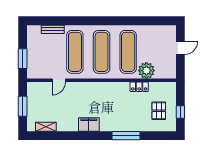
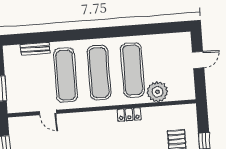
door: (59, 80) -> (48, 112), hinge flipped
locker: (139, 87) -> (129, 115), moved

